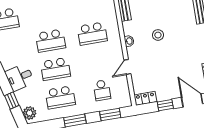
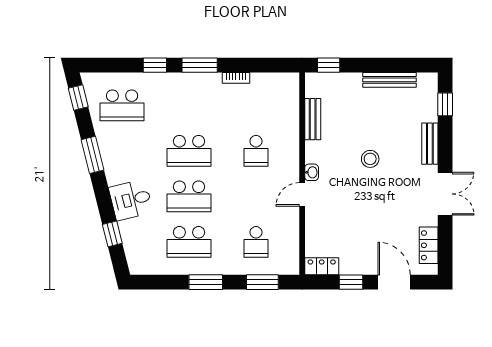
school desk: (92, 34) -> (256, 151), width x0.54
stool: (158, 35) -> (370, 159), moved
door: (127, 67) -> (302, 194), moved
plant: (30, 113) -> (137, 258), removed

